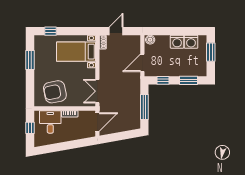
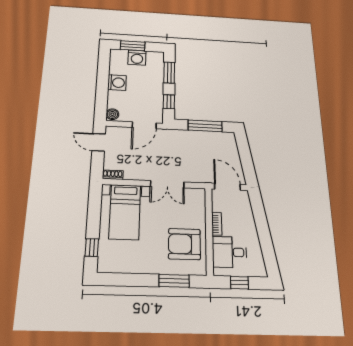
door: (116, 31) -> (99, 142), moved
washing machine: (191, 42) -> (137, 58), moved, turned 90
window: (30, 60) -> (174, 281), moved
door: (142, 63) -> (144, 125), hinge flipped
double door: (97, 91) -> (167, 184), moved
armchair: (55, 92) -> (184, 244), turned 101

